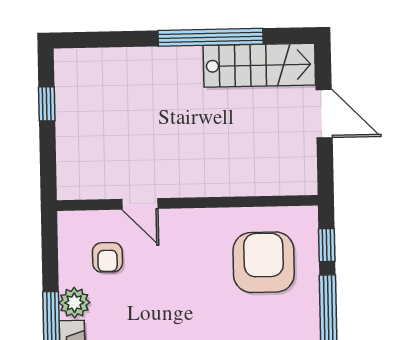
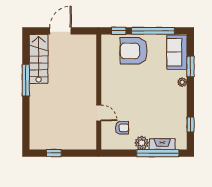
window: (211, 37) -> (26, 80), width x0.68
door: (140, 204) -> (99, 113), hinge flipped
armchair: (264, 262) -> (134, 51), moved

